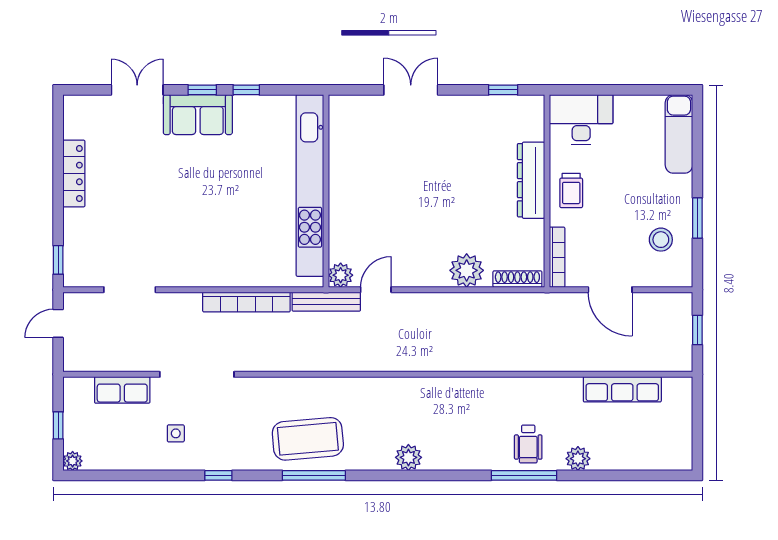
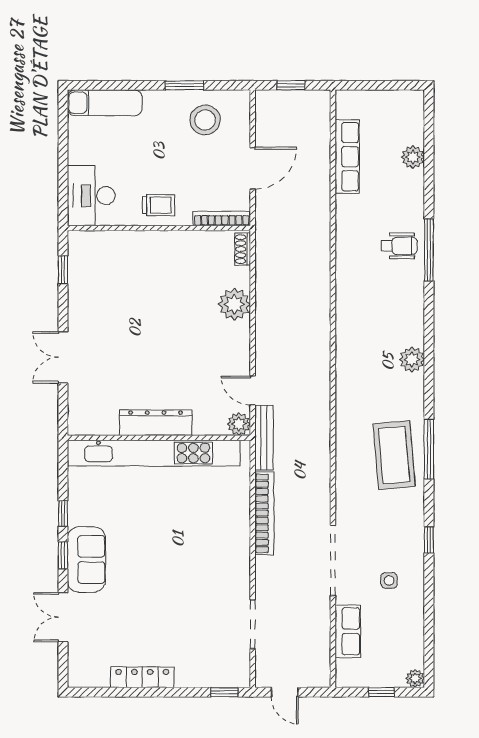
dresser: (531, 180) -> (156, 423), moved, turned 180
stool: (661, 240) -> (205, 120), width x1.38, depth x1.38
shoe rack: (517, 279) -> (243, 249), width x0.70
plant: (578, 459) -> (413, 157), moved

